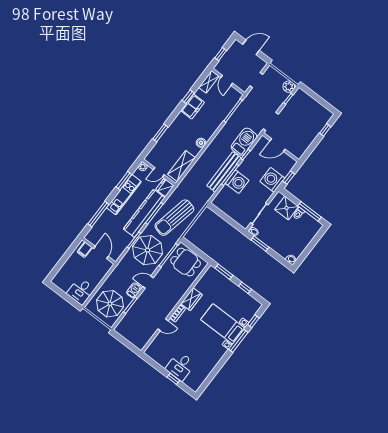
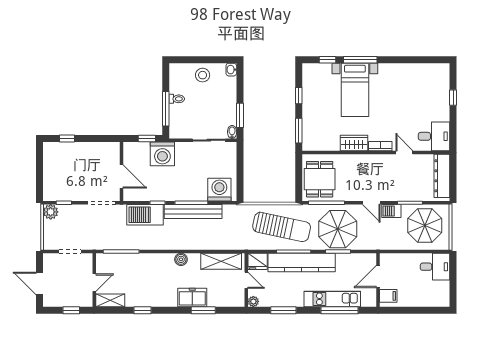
freezer: (193, 107) -> (192, 298), moved
washing machine: (237, 182) -> (219, 190), moved
kitchen unit: (124, 195) -> (332, 299), moved
shower: (287, 208) -> (181, 116), removed
window: (309, 211) -> (166, 109), moved
stool: (301, 240) -> (203, 75), added
dresser: (132, 337) -> (442, 176), added
desk: (180, 366) -> (434, 136), moved

